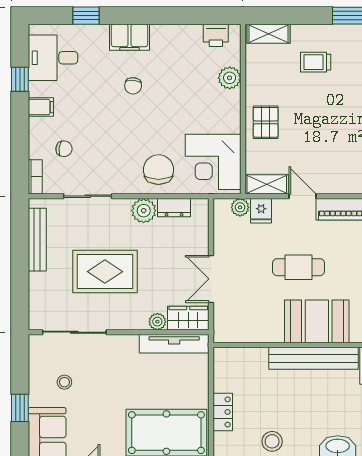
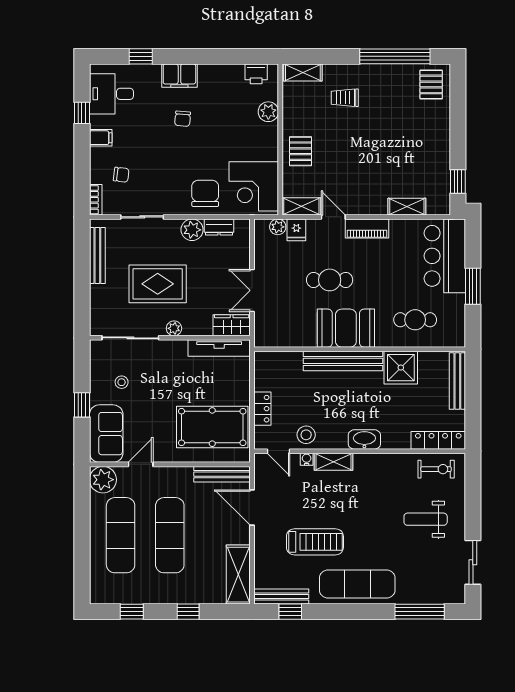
plant: (157, 322) -> (174, 328), moved

